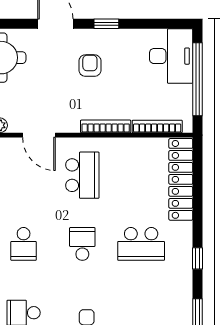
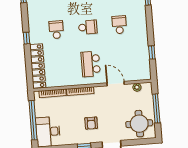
school desk: (82, 244) -> (88, 27), turned -90
school desk: (141, 244) -> (56, 30), width x0.54
window: (198, 258) -> (26, 38), moved

